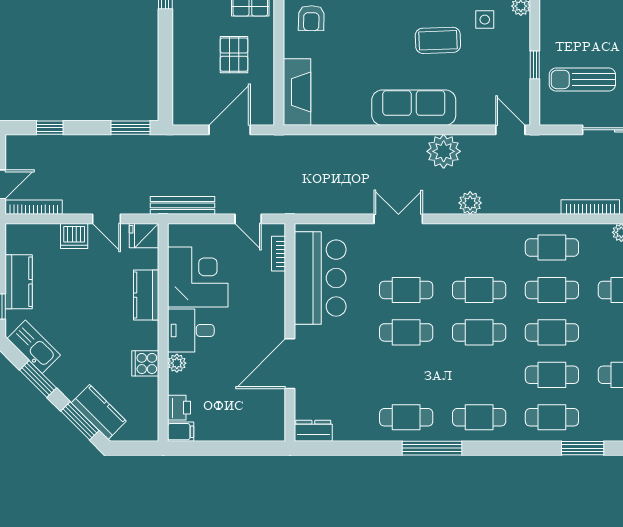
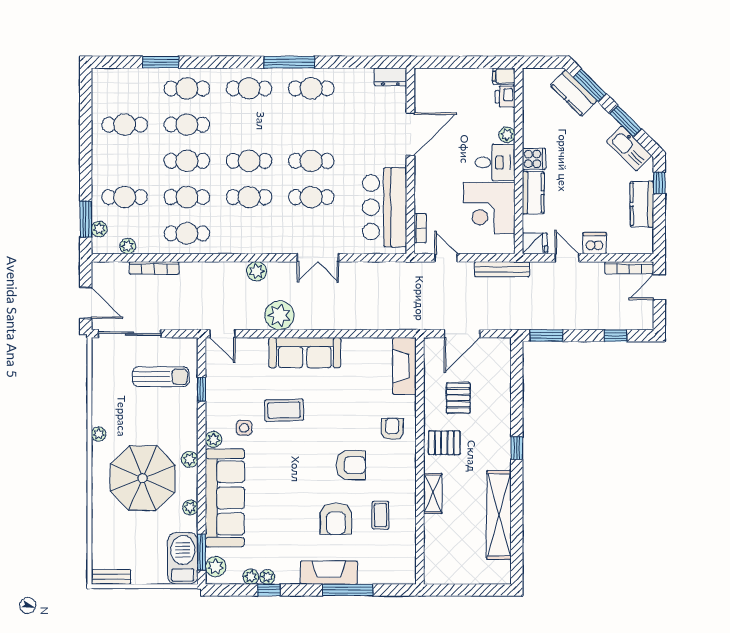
cooker: (145, 363) -> (534, 159), moved

